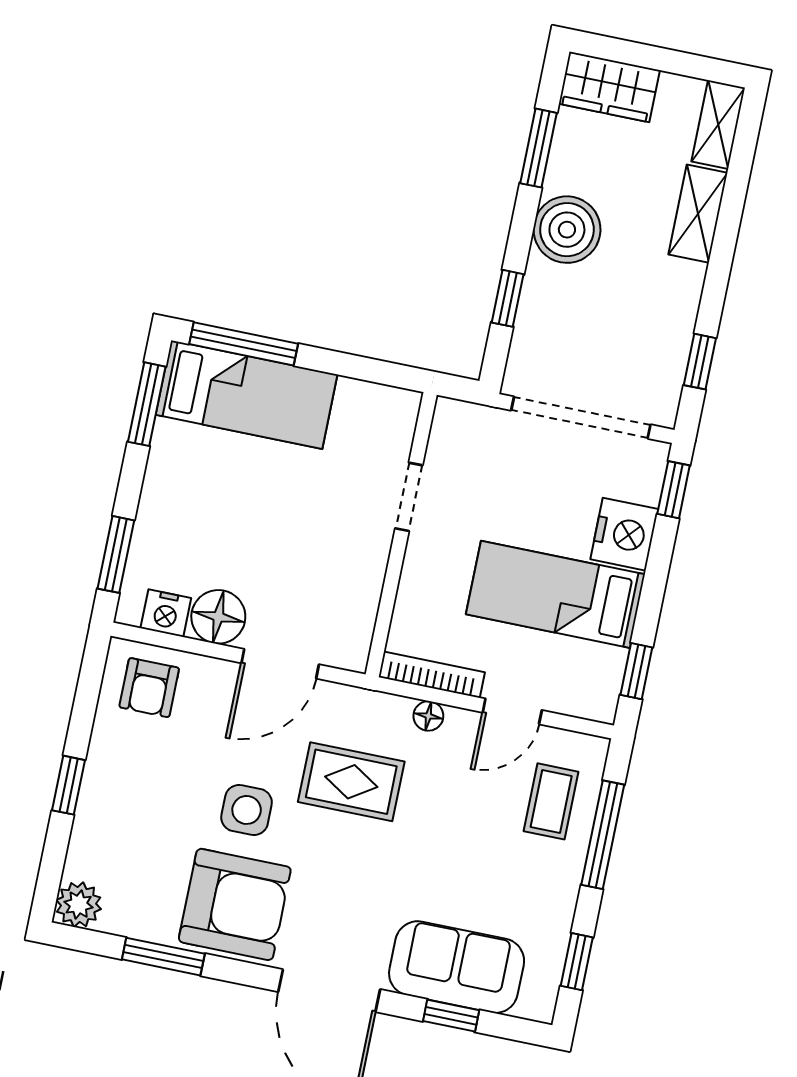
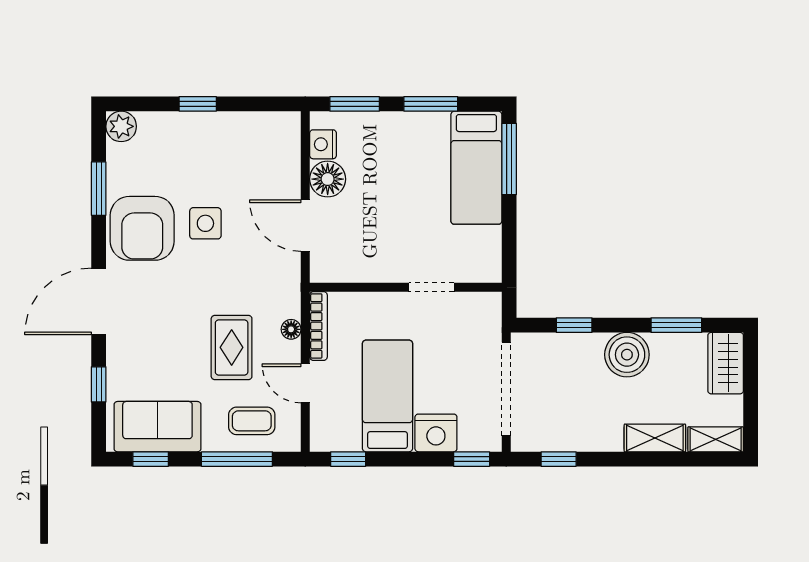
window: (147, 404) -> (431, 104), moved
armchair: (149, 688) -> (272, 143), removed
rug: (351, 782) -> (232, 347), moved
sofa: (457, 967) -> (157, 427), moved, turned -90

